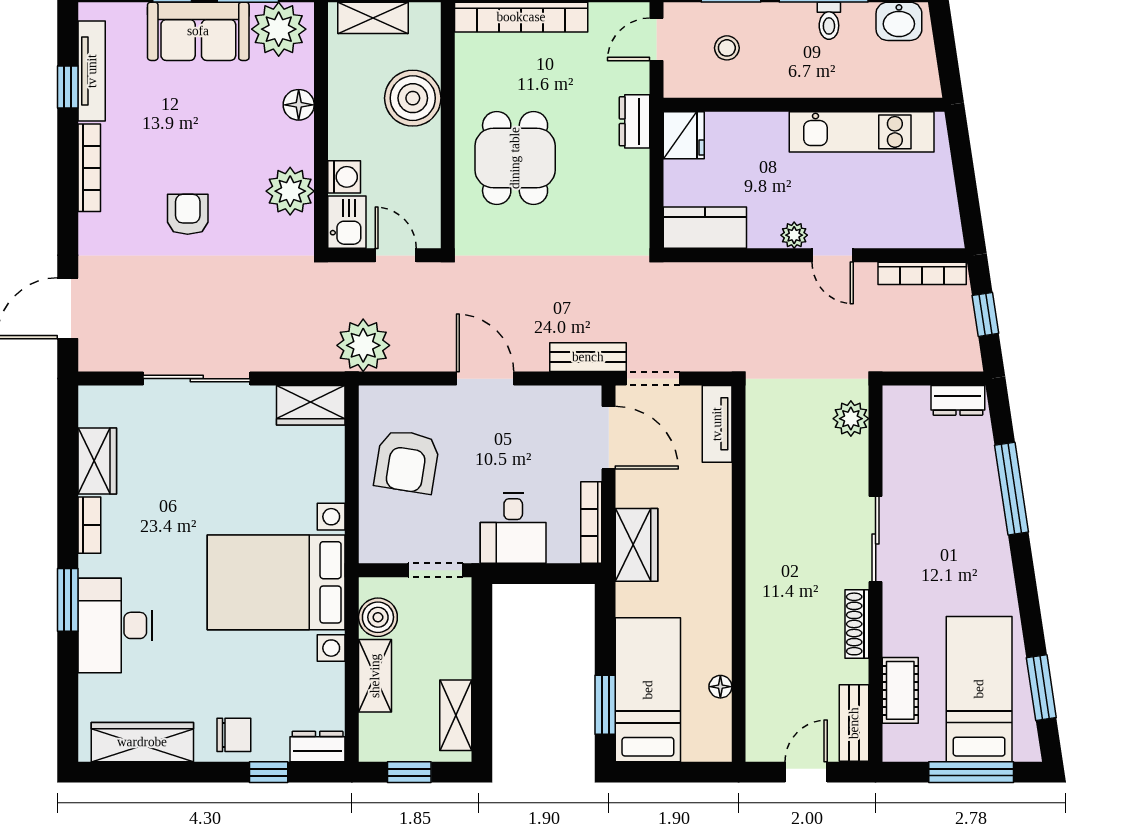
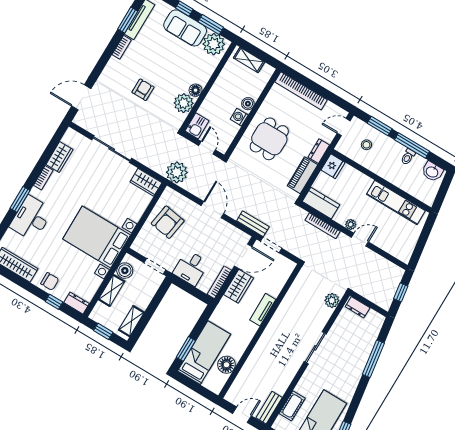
window: (68, 87) -> (128, 20), width x1.50
boiler: (413, 98) -> (248, 104), width x0.54, depth x0.54
floor lamp: (299, 105) -> (196, 90), moved
bookcase: (89, 168) -> (122, 47), width x0.64
washing machine: (344, 177) -> (239, 117), moved, turned 180
piano: (631, 193) -> (302, 175), added
door: (833, 255) -> (360, 240), swing flipped
bookcase: (922, 273) -> (323, 226), moved
dresser: (958, 400) -> (358, 307), moved
tv unit: (717, 424) -> (263, 310), moved
door: (609, 438) -> (243, 256), hinge flipped
wardrobe: (637, 545) -> (238, 286), moved
shoe rack: (857, 624) -> (291, 374), removed
floor lamp: (720, 687) -> (226, 365), width x1.89, depth x1.89

